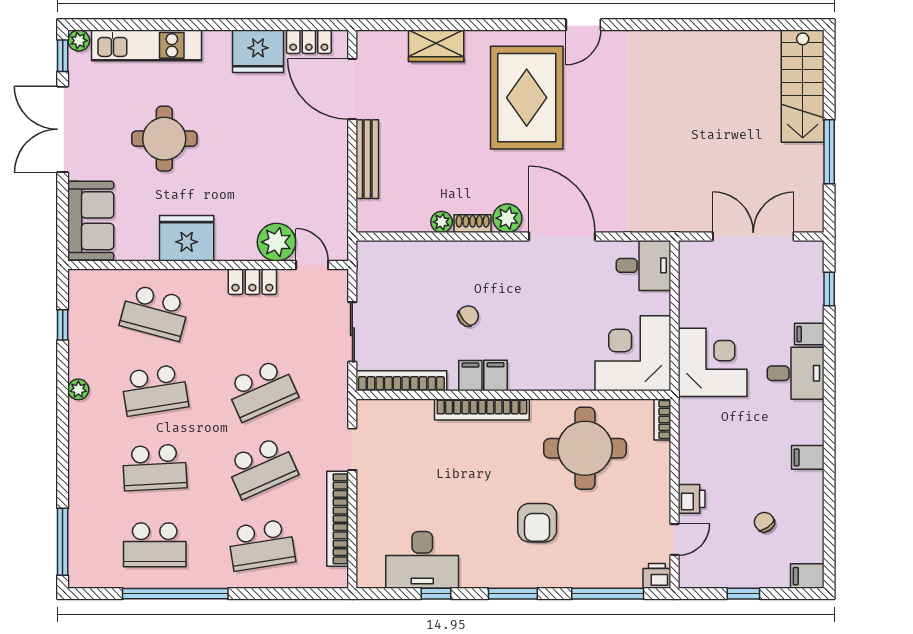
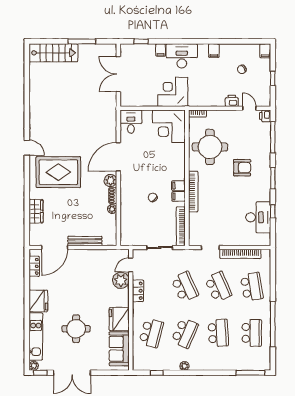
fridge: (258, 51) -> (38, 301), moved
sofa: (91, 221) -> (119, 349), moved, turned -90
desk: (796, 373) -> (182, 56), width x1.37
school desk: (155, 390) -> (185, 333), turned 33

